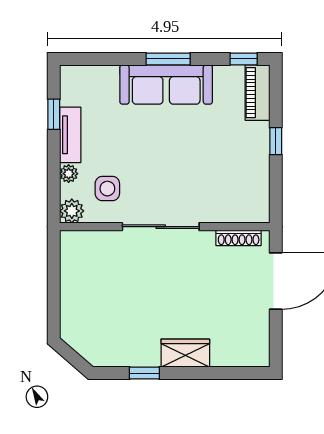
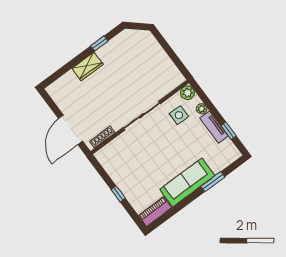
window: (168, 59) -> (213, 182), moved
window: (244, 59) -> (161, 220), removed
piano: (257, 93) -> (155, 212), moved, turned -90

